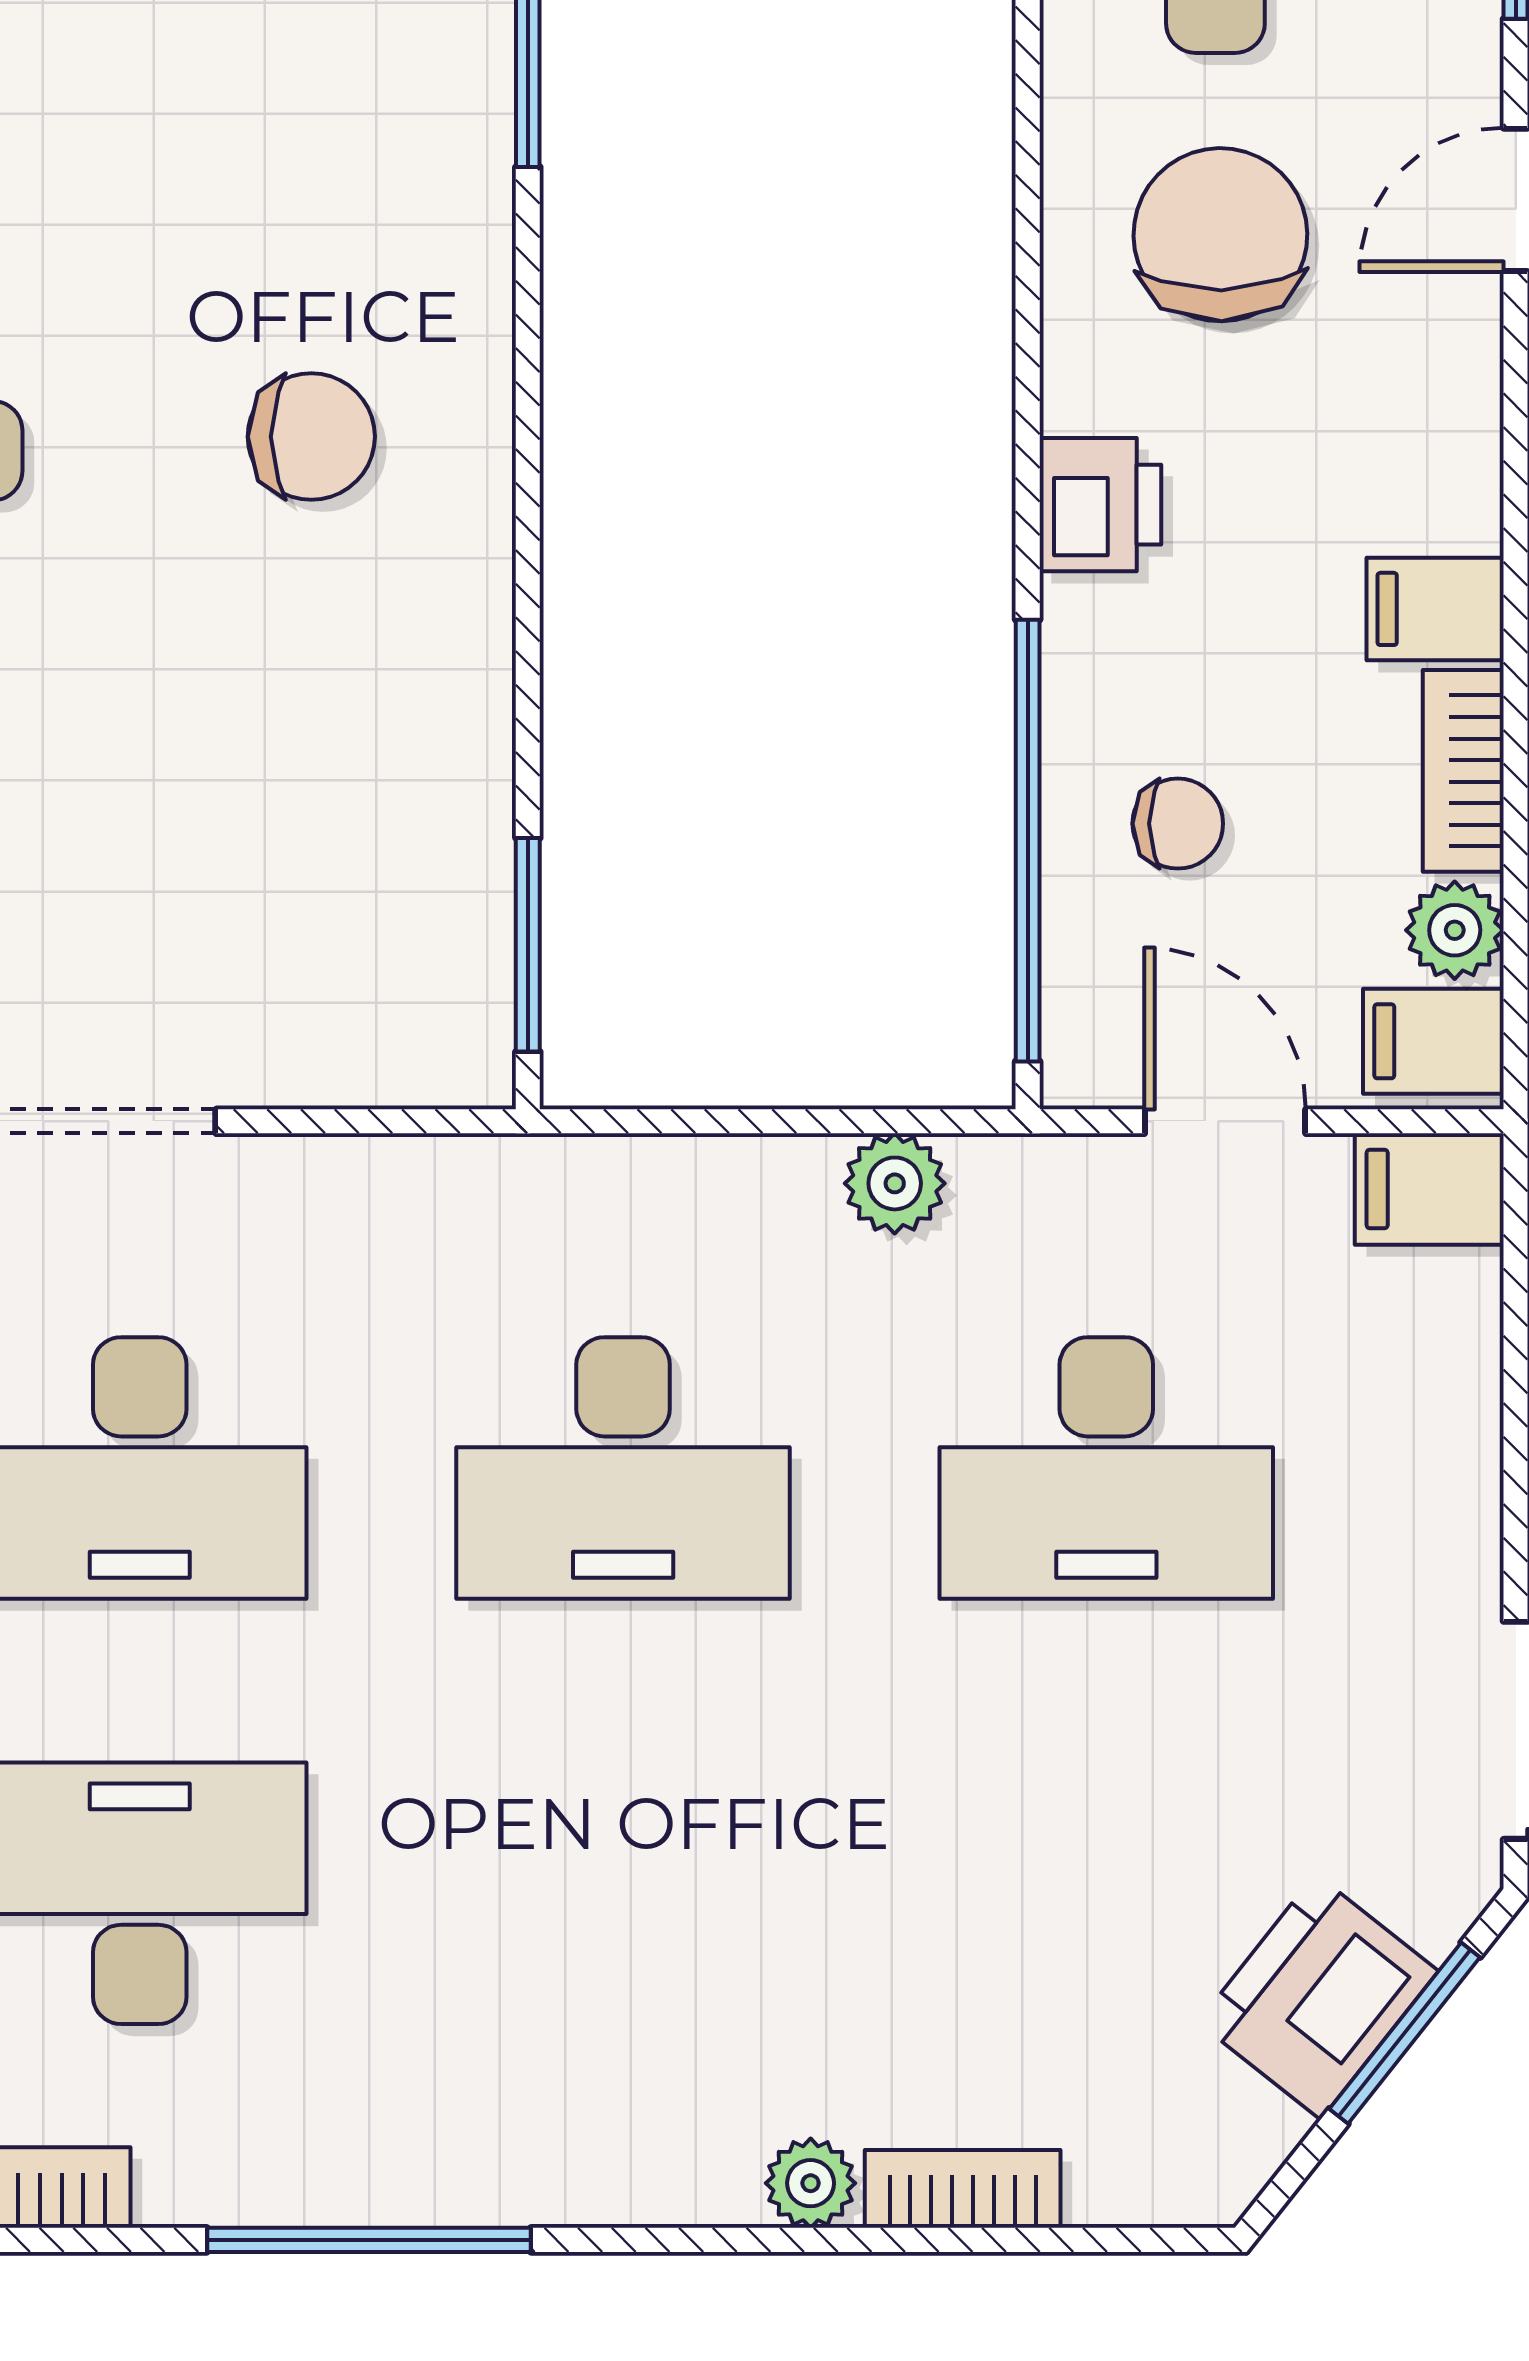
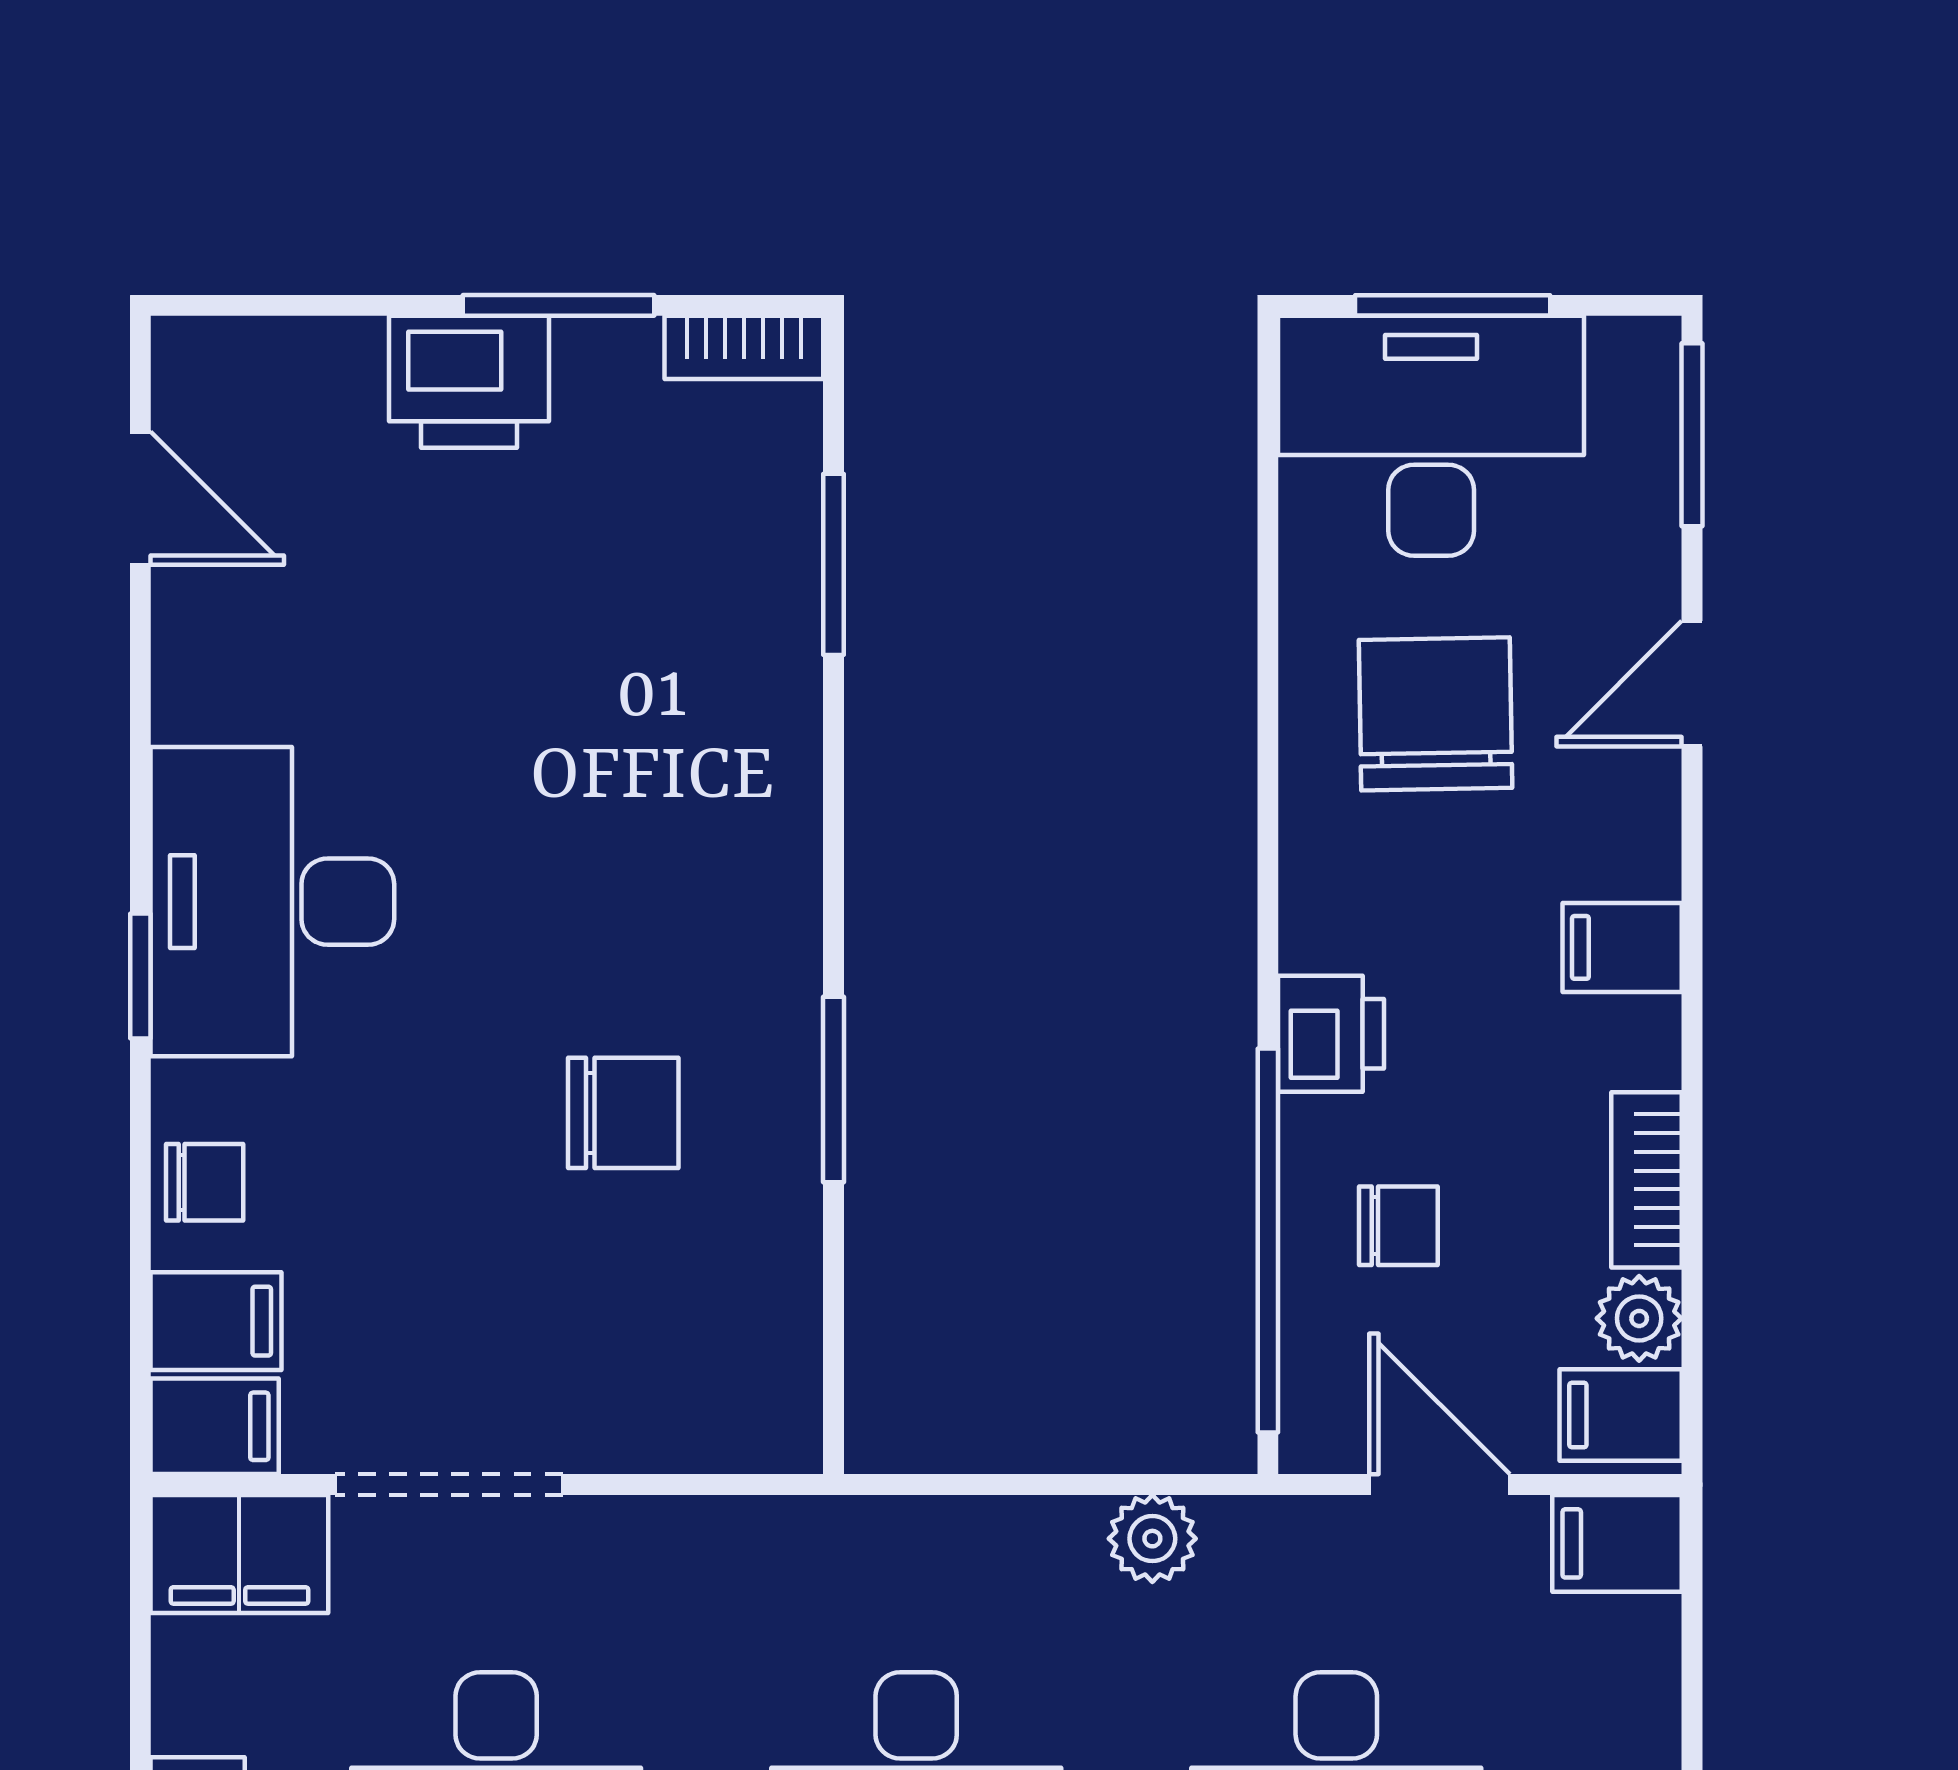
chair: (311, 437) -> (623, 1113), moved
printer: (1100, 505) -> (1331, 1034), moved
filing cabinet: (1435, 609) -> (1622, 947), moved
window: (528, 945) -> (833, 1090), moved

